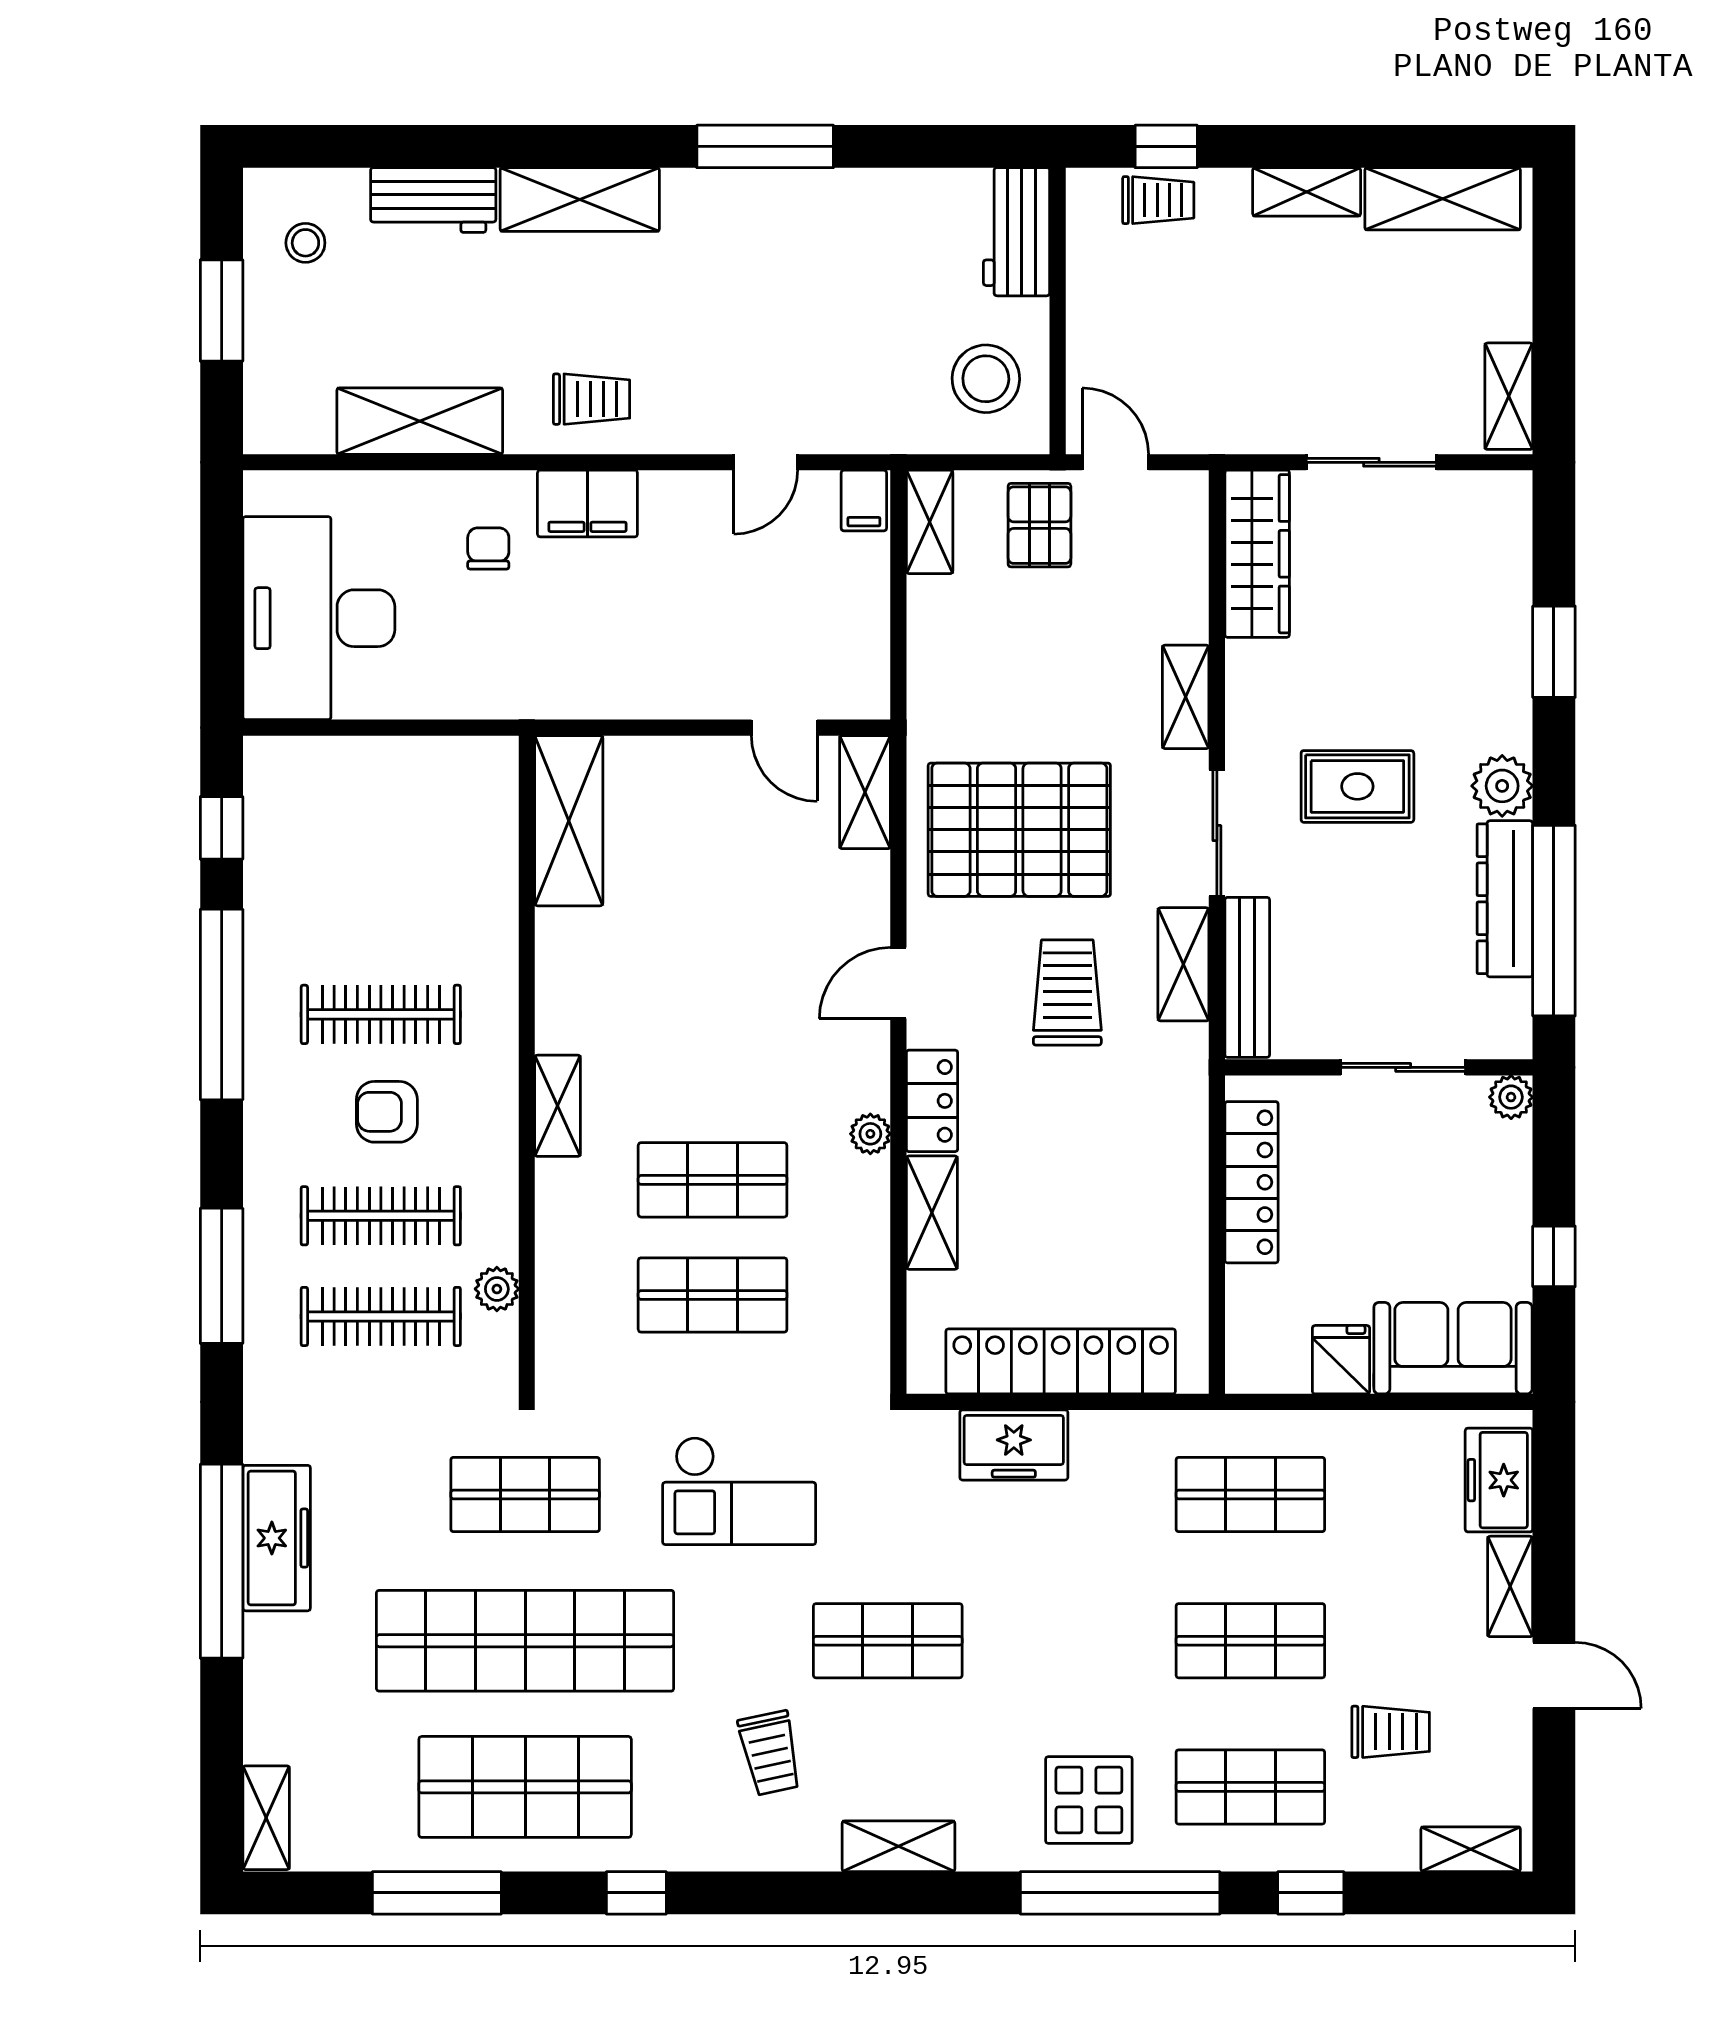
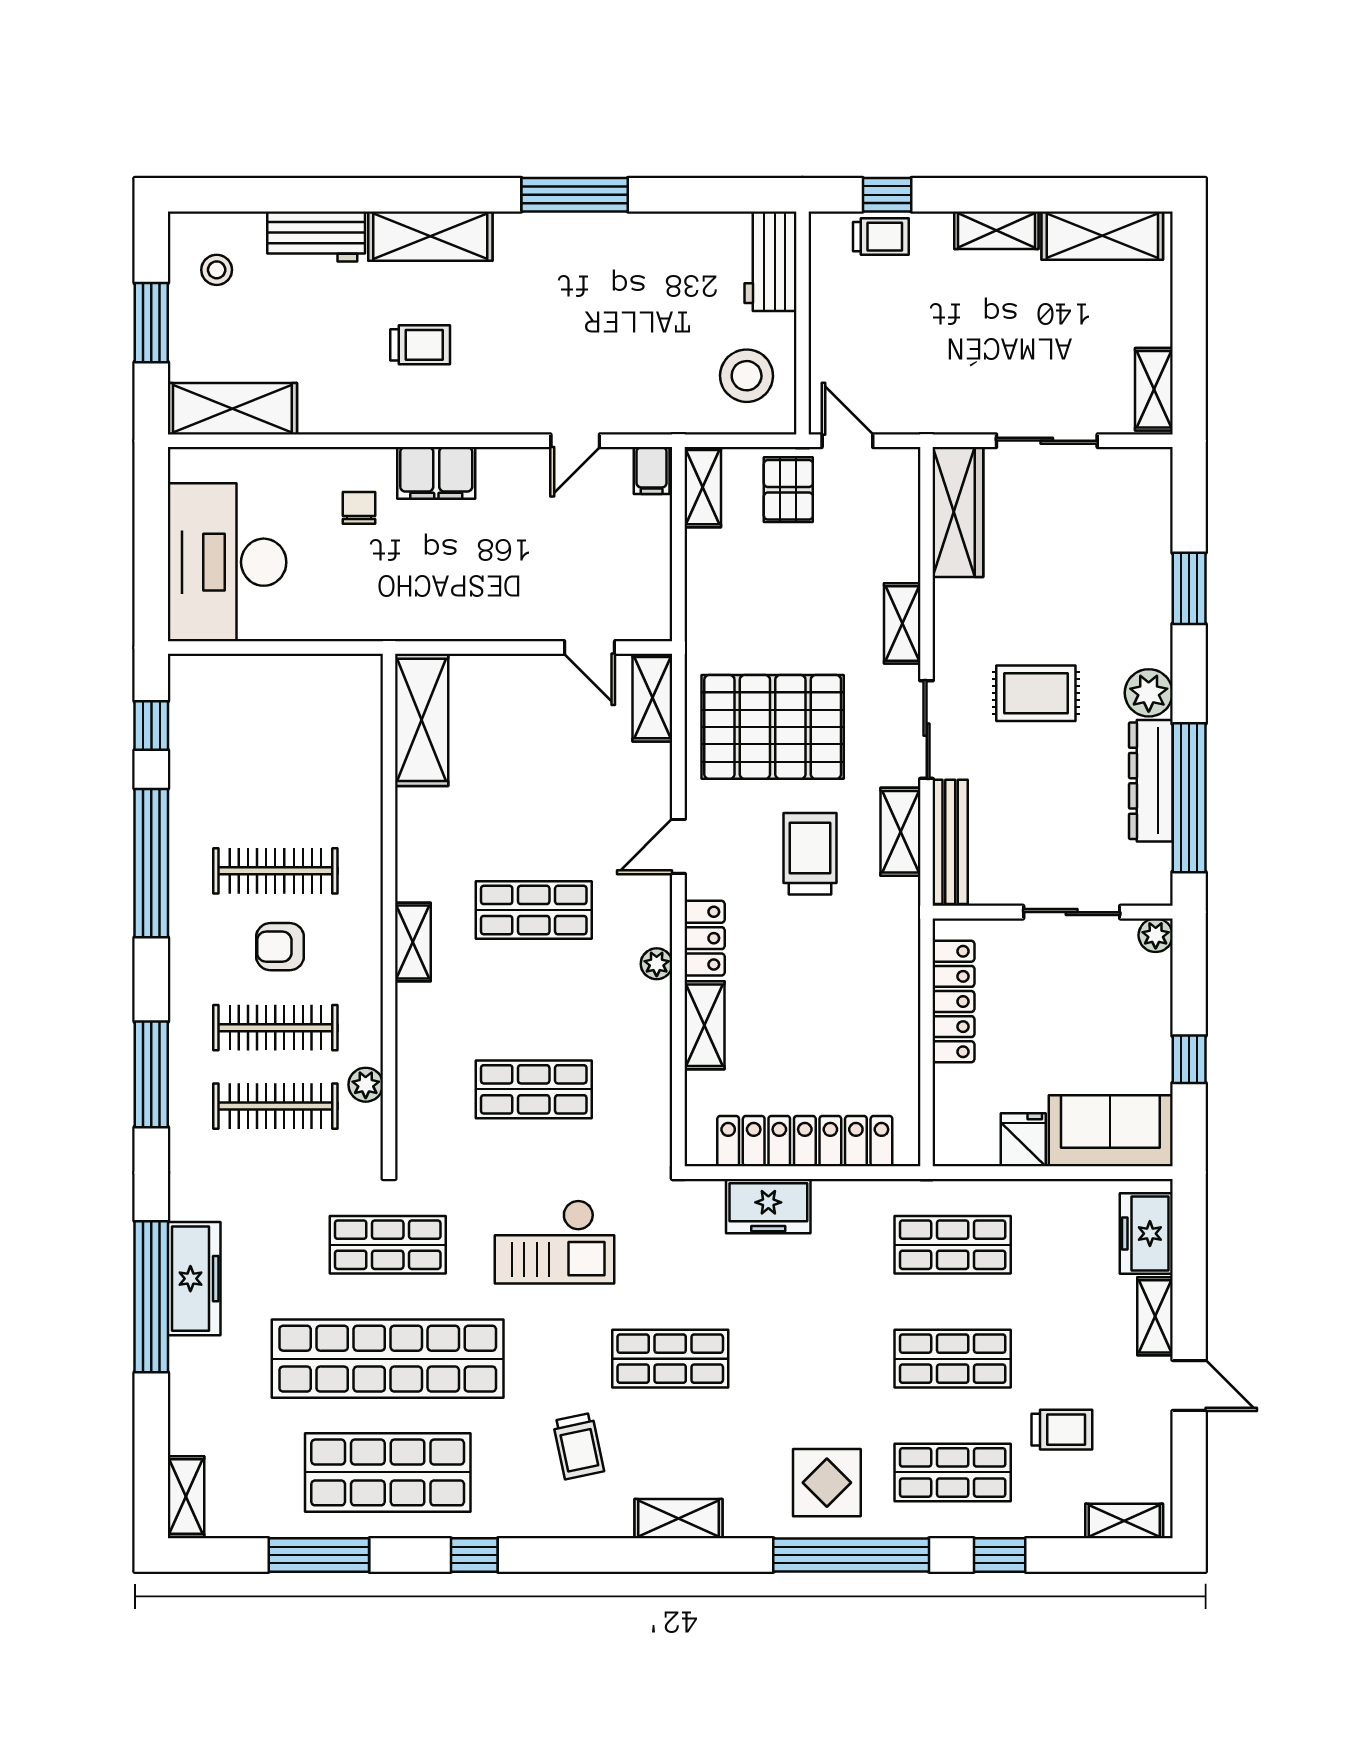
trolley: (592, 399) -> (420, 345), moved
shelving: (420, 421) -> (232, 409), moved
shop shelf: (713, 1180) -> (534, 910), moved

